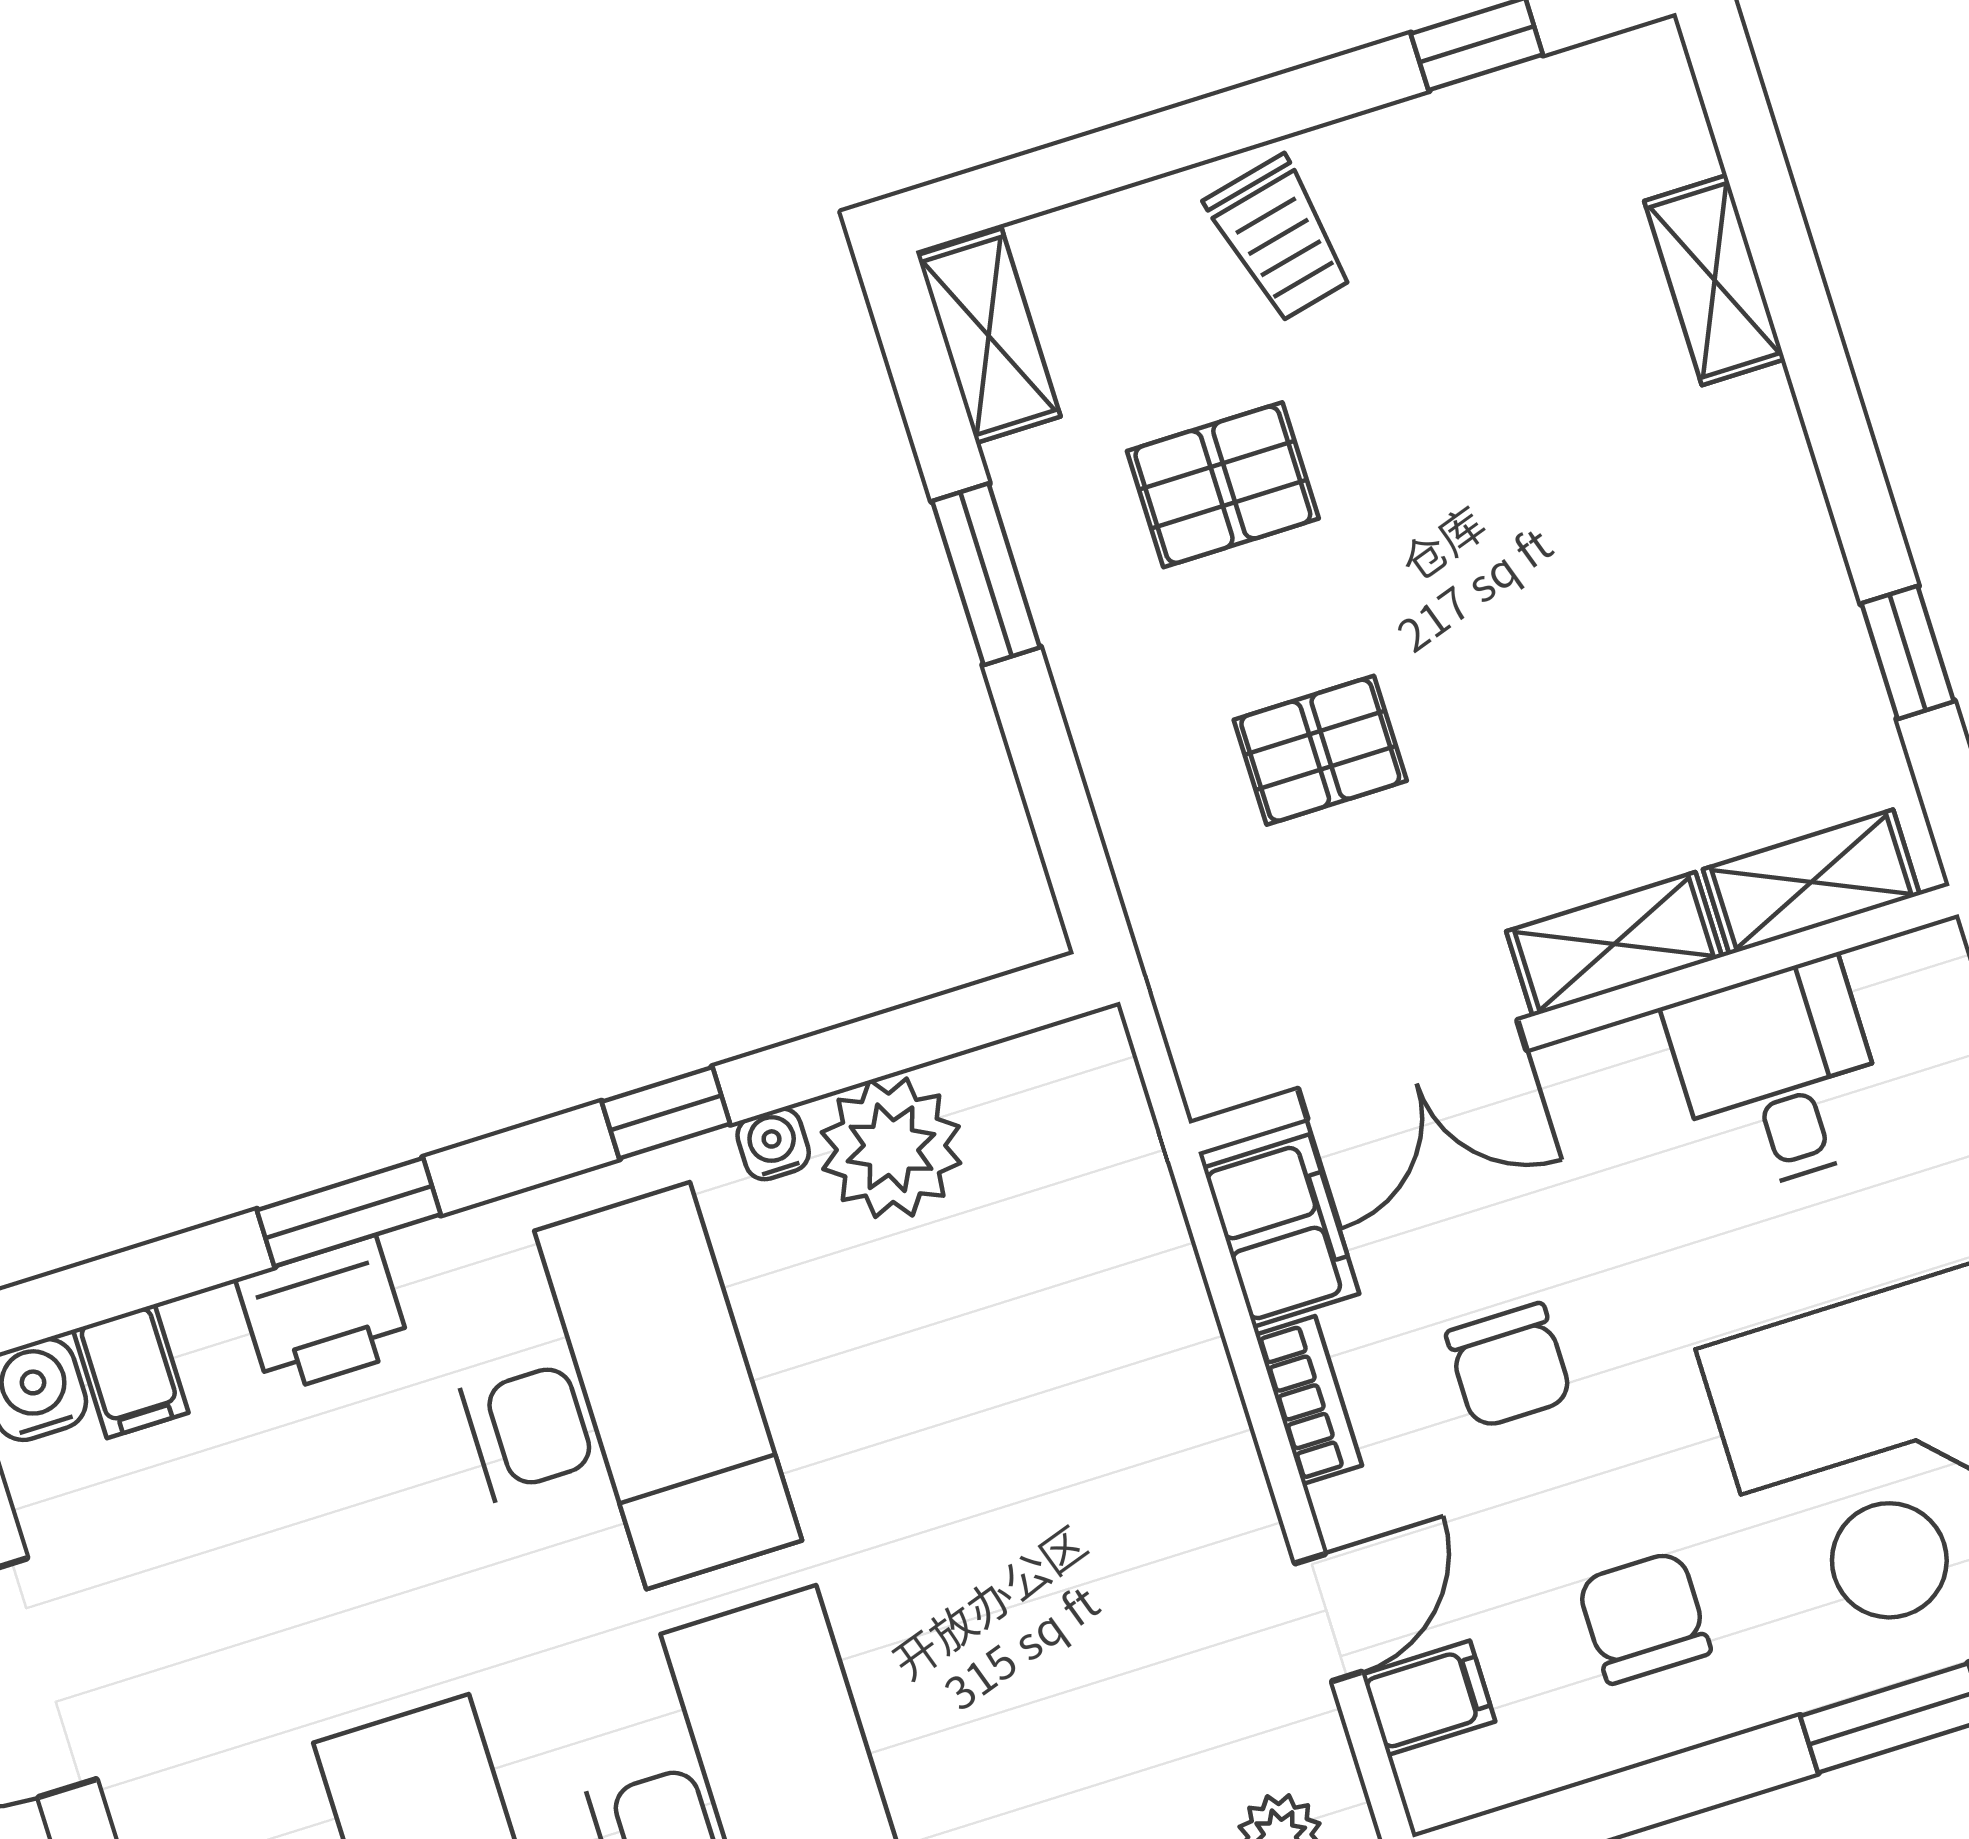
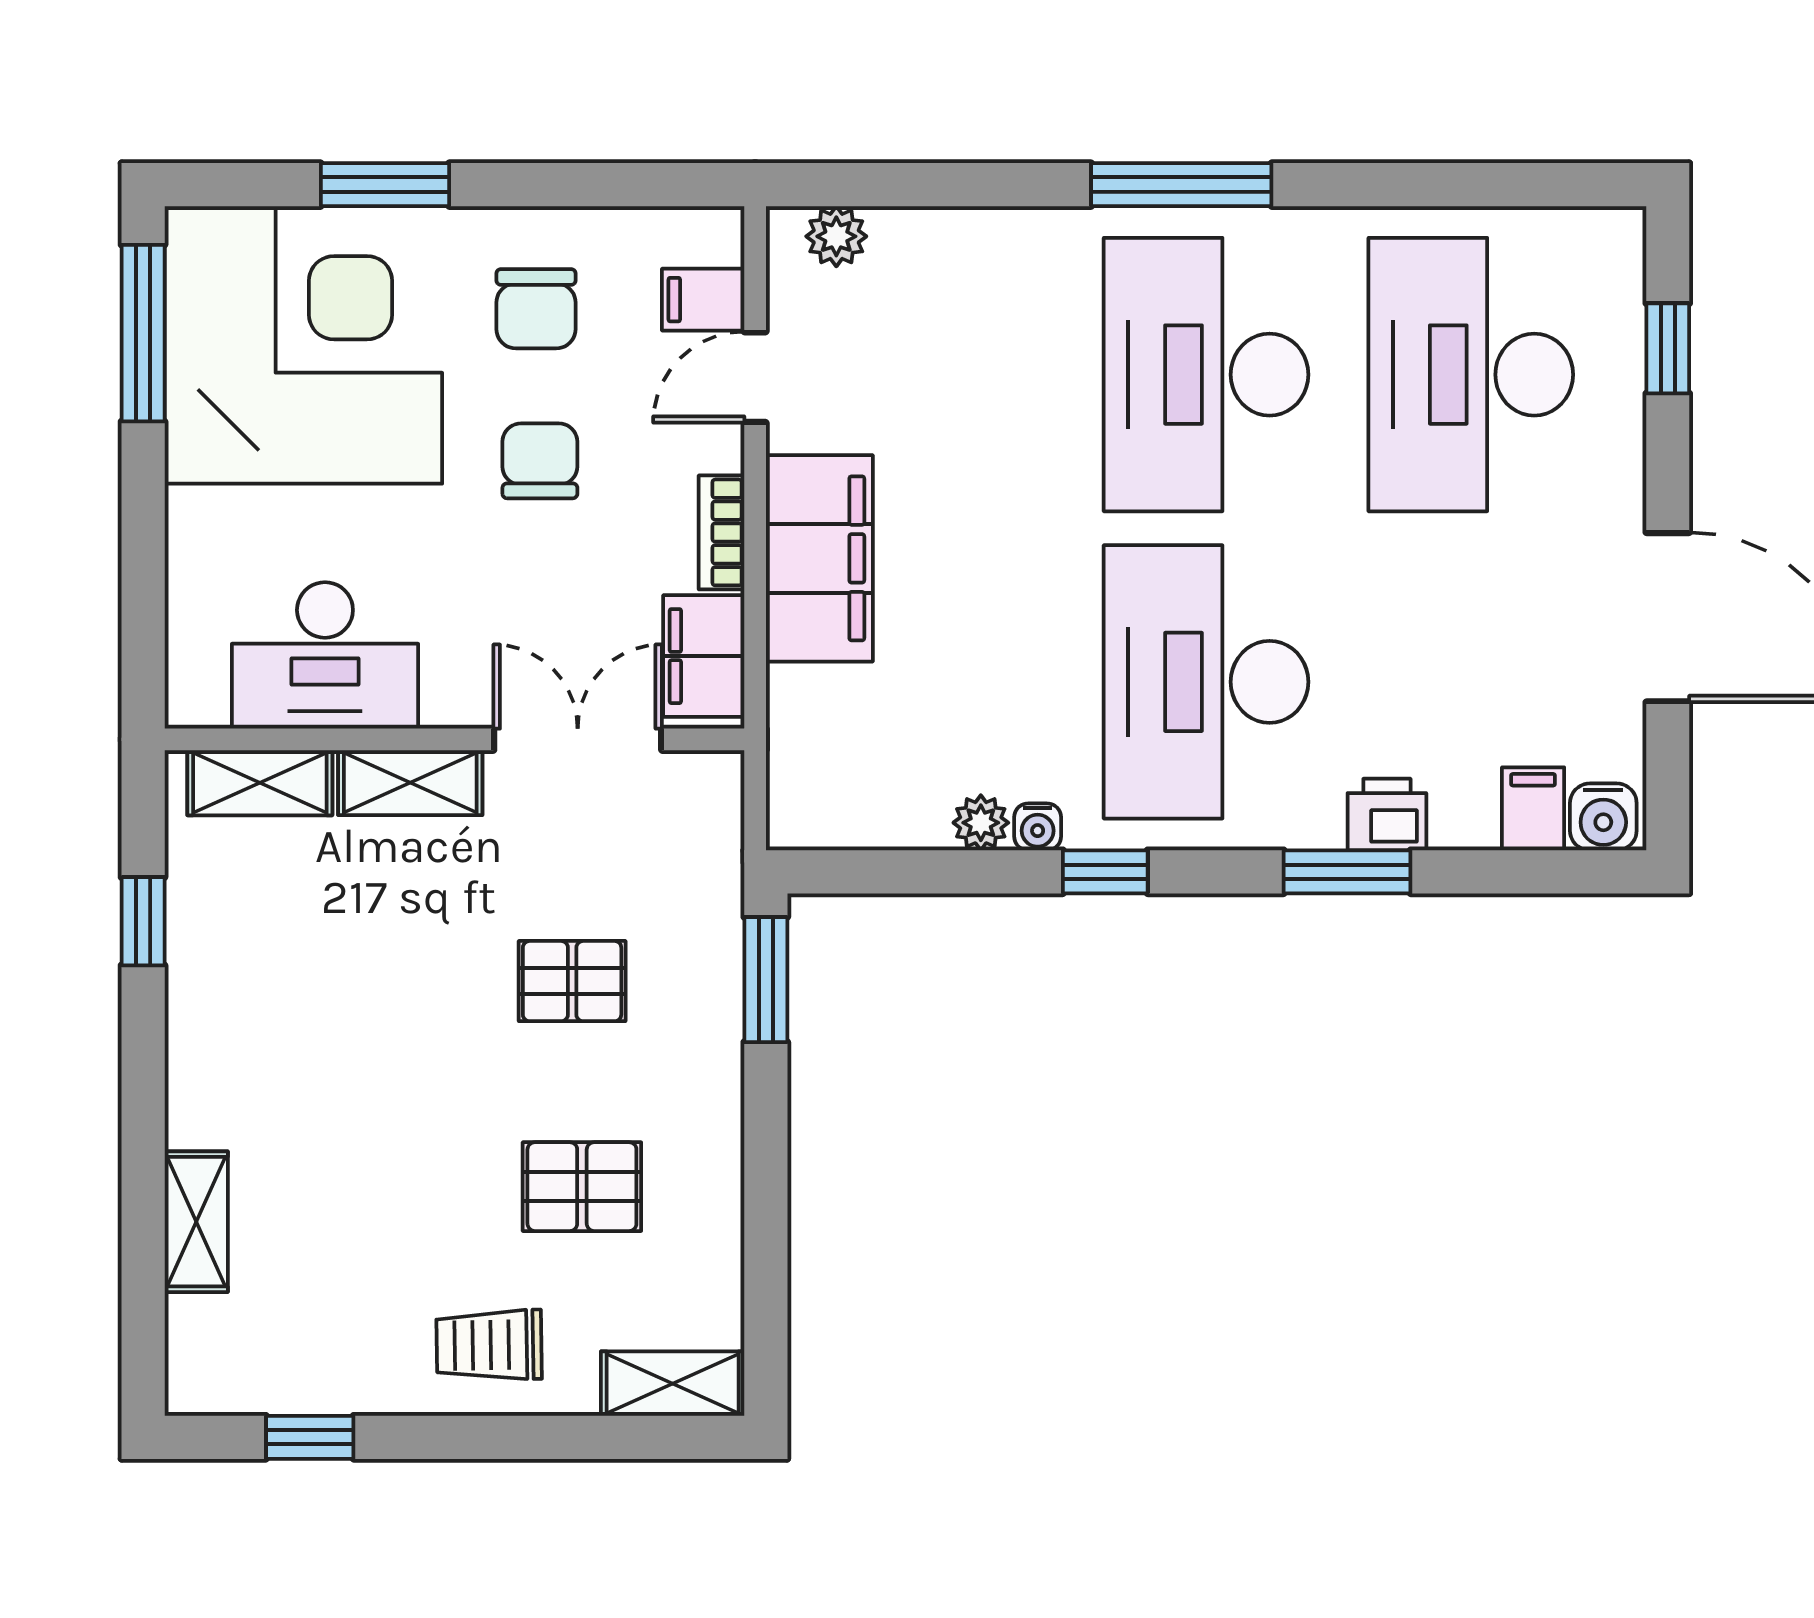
trolley: (1280, 239) -> (489, 1345), turned -78
shelving: (989, 336) -> (673, 1384), moved, turned 90
window: (986, 574) -> (766, 980), moved
desk: (1778, 1076) -> (325, 655), width x1.37
plant: (891, 1148) -> (981, 823), width x0.53, depth x0.53
printer: (324, 1315) -> (1387, 815), width x0.73, depth x0.81
chair: (1509, 1366) -> (540, 461), moved
filing cabinet: (1170, 1406) -> (819, 558), added

